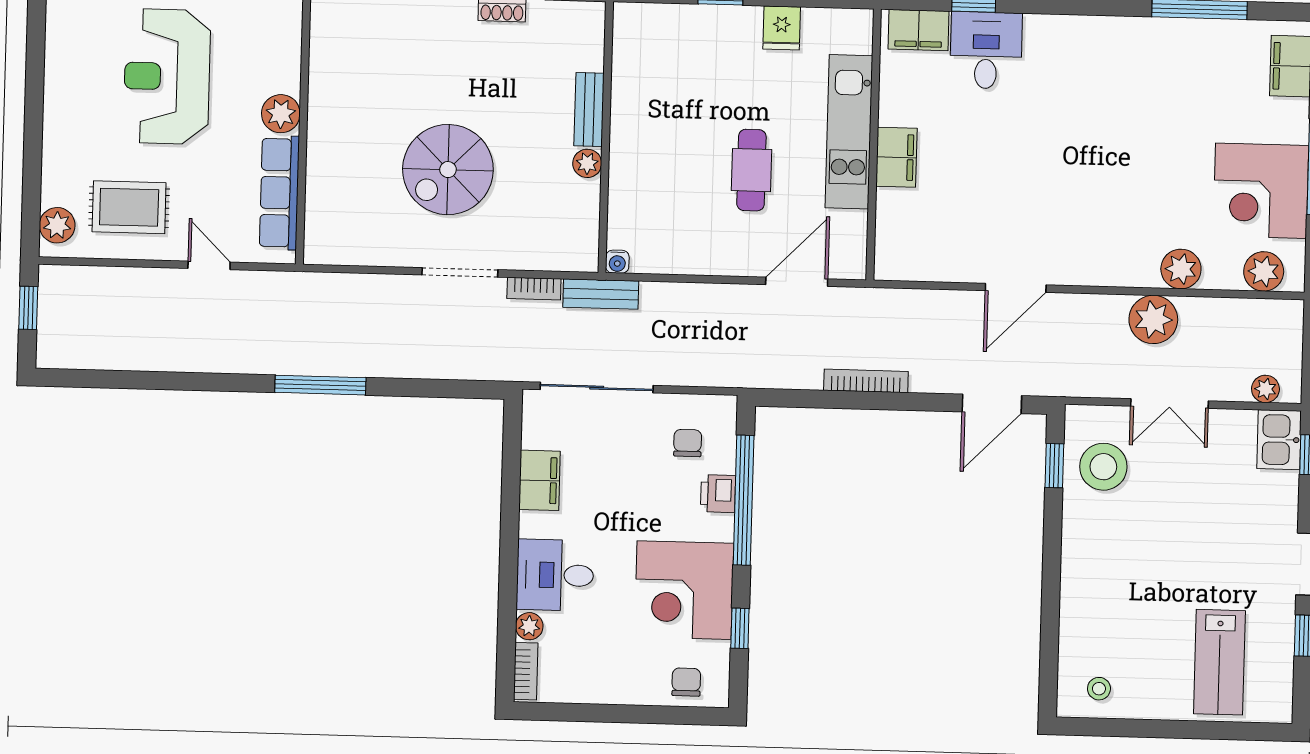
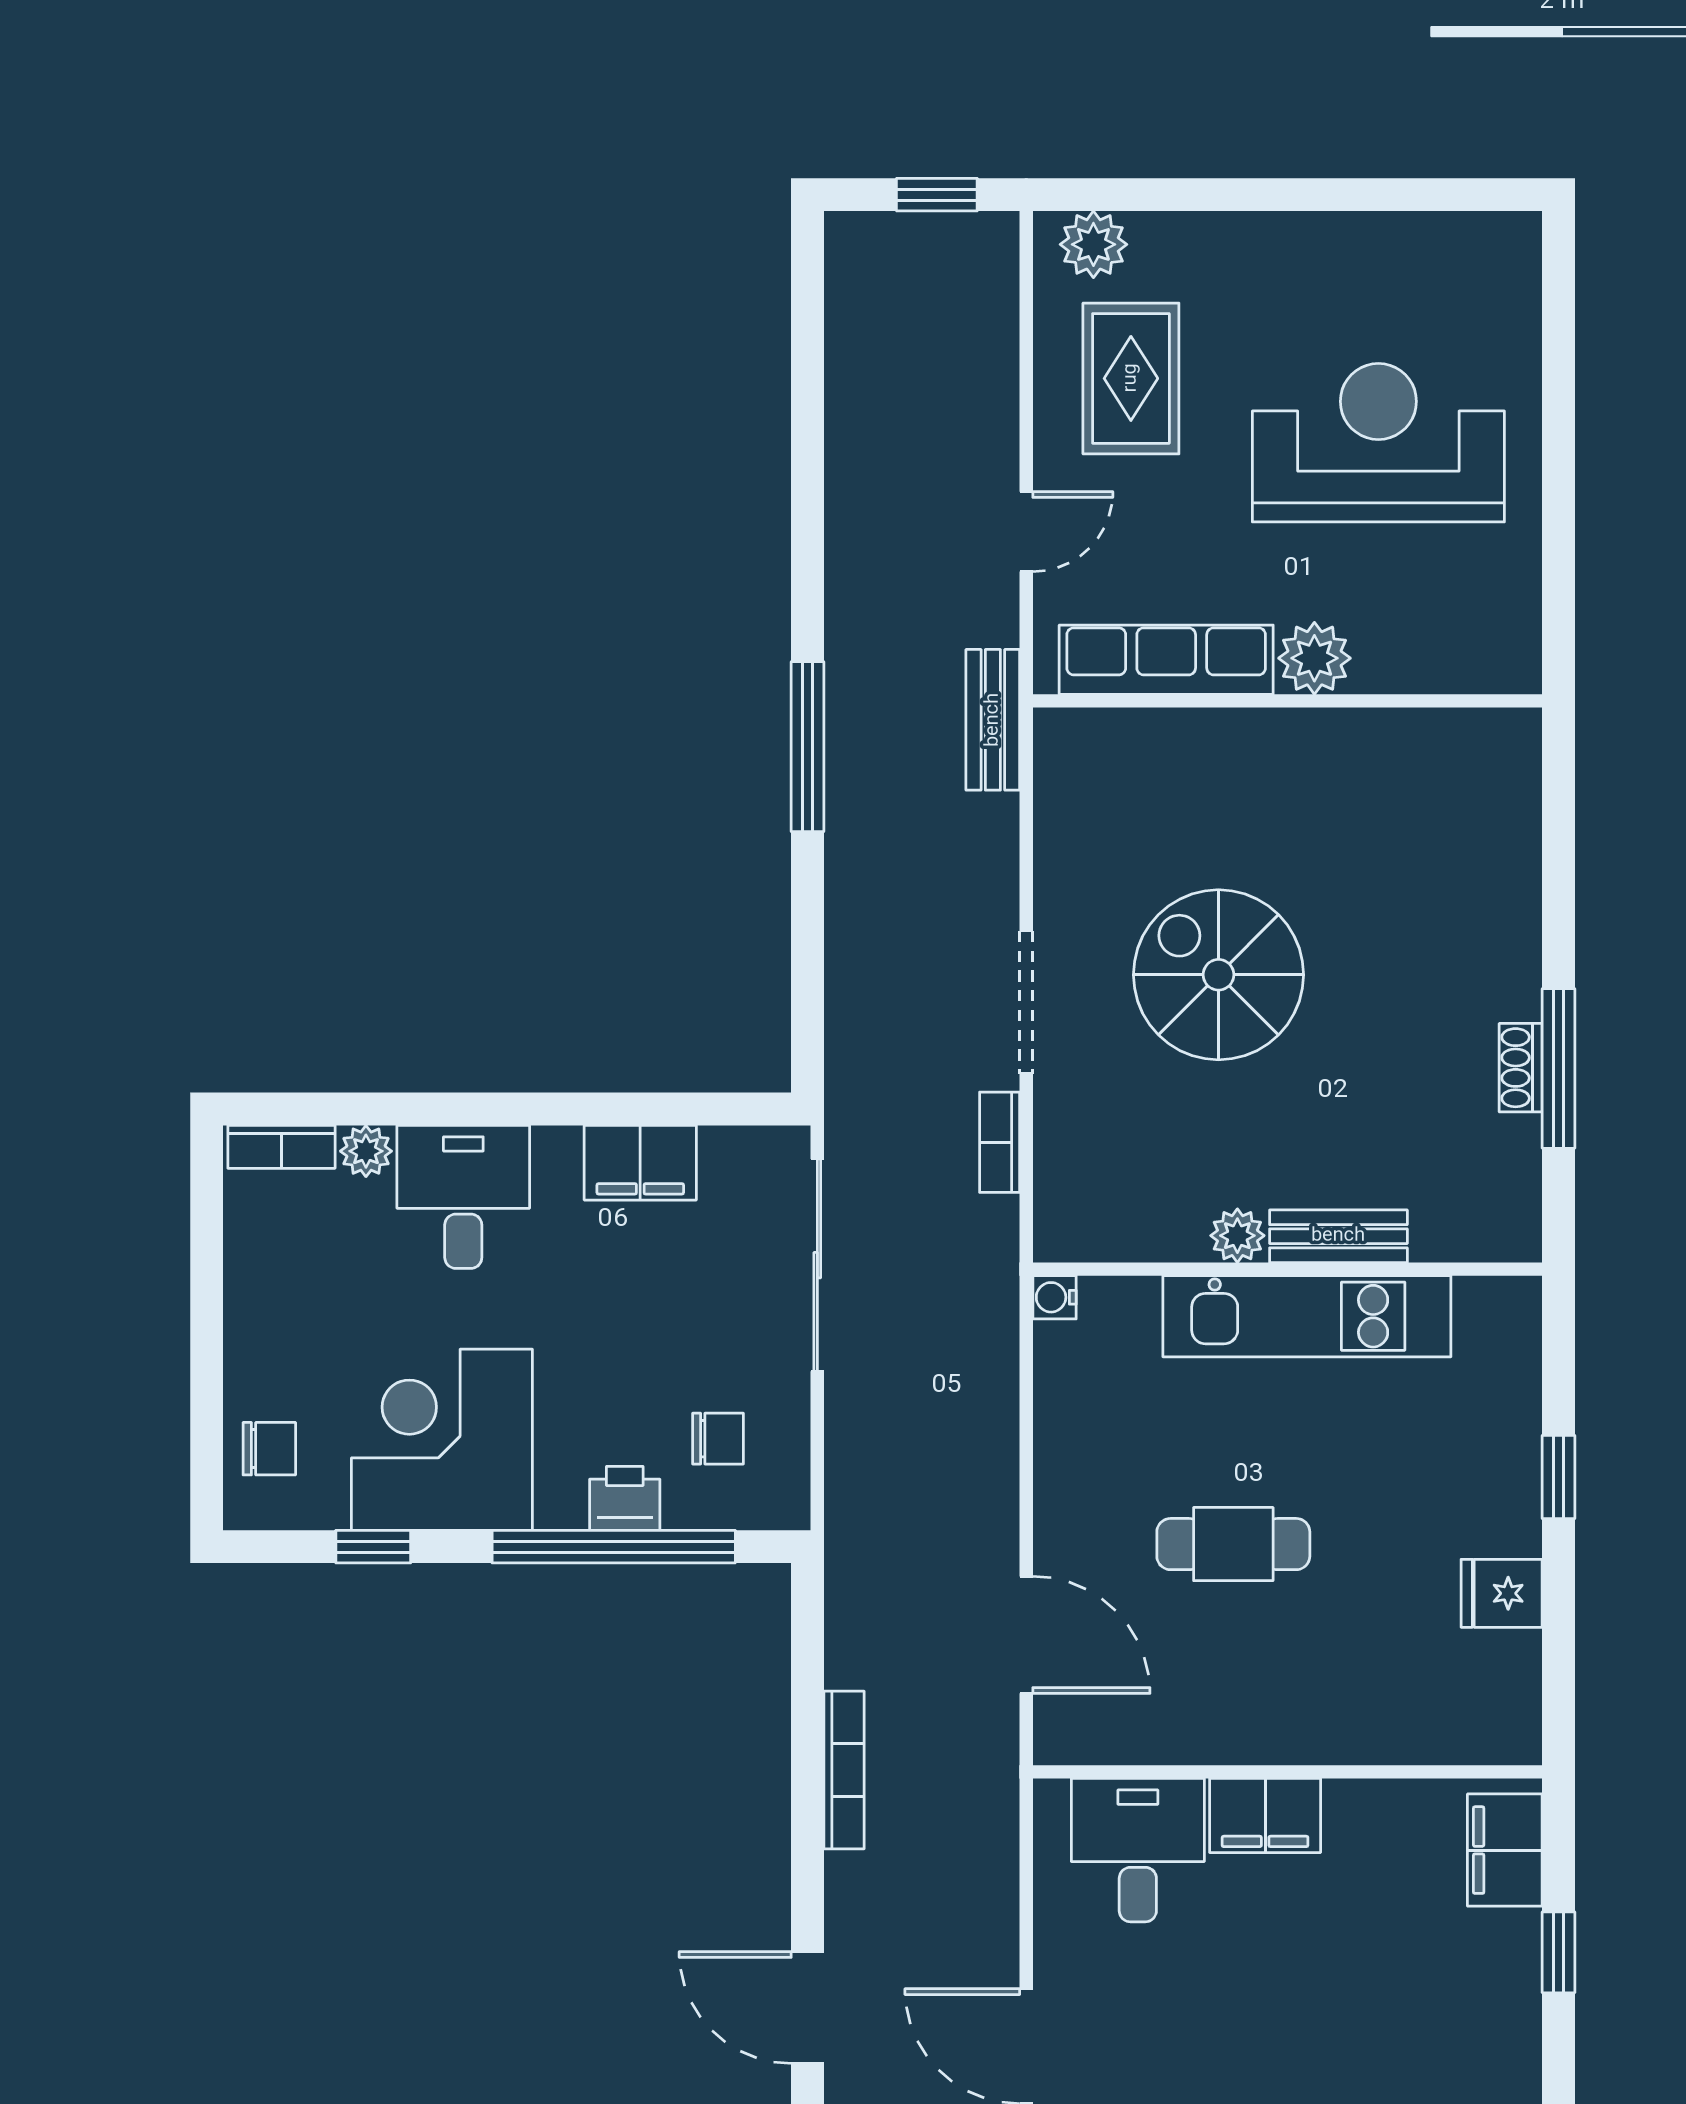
desk: (986, 50) -> (1138, 1850), moved, turned -90
kitchen unit: (849, 132) -> (1307, 1316), moved, turned 180
bench: (601, 294) -> (993, 720), moved

